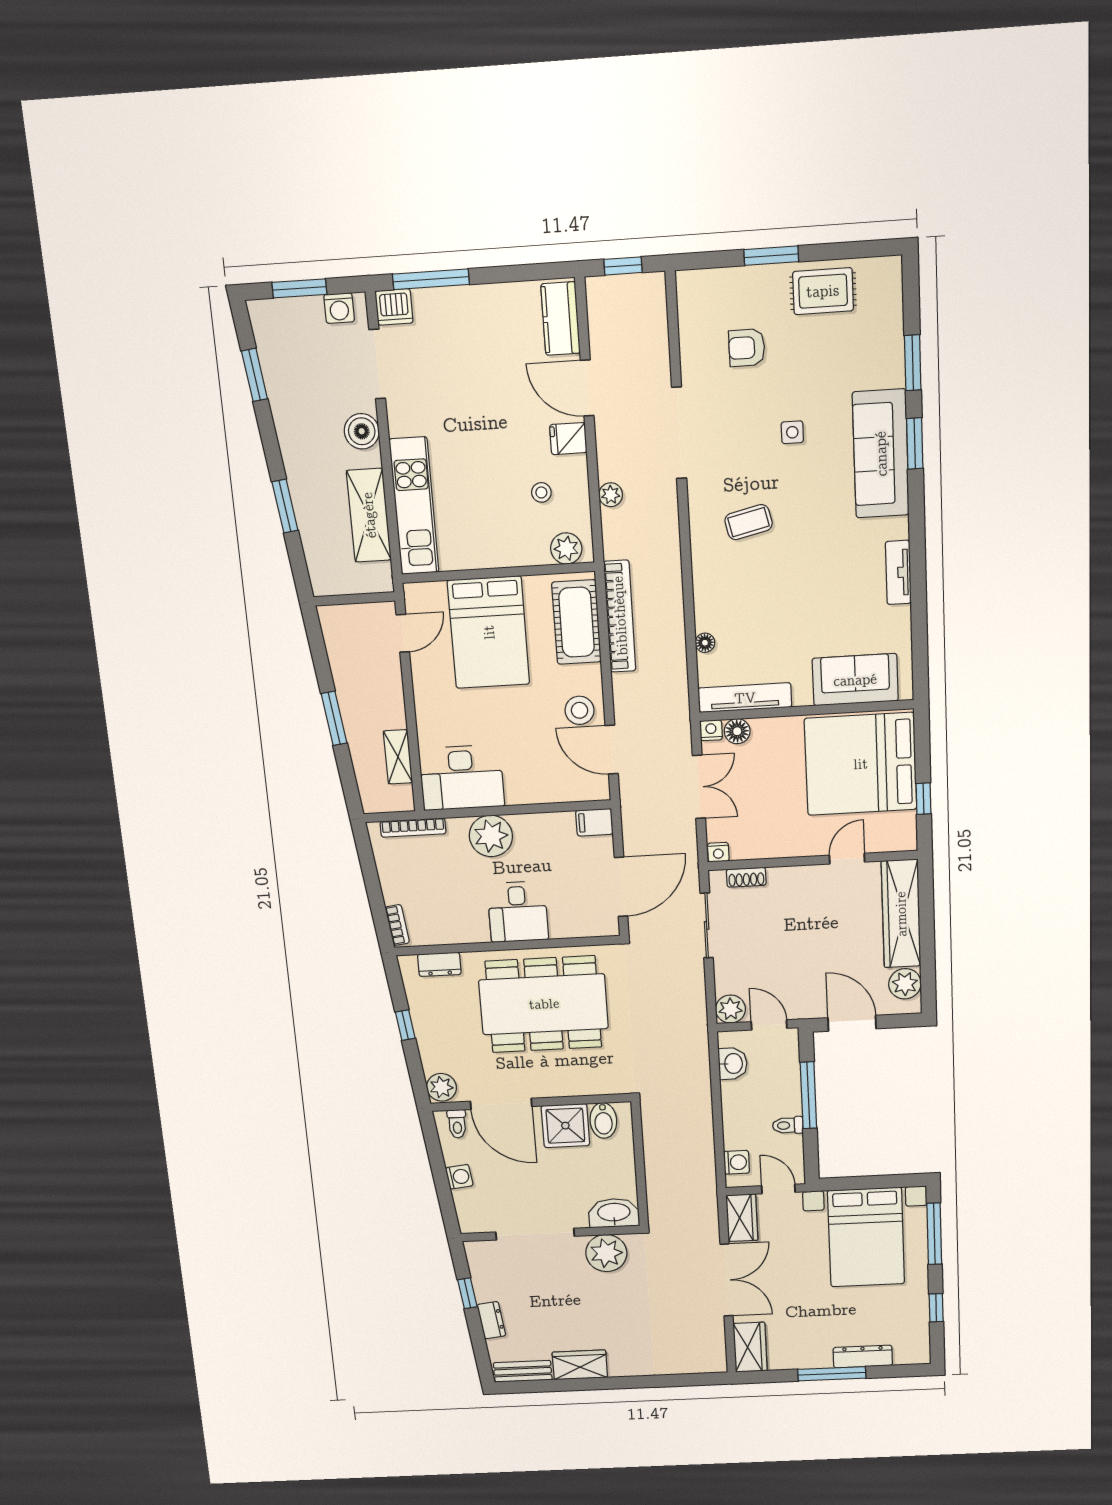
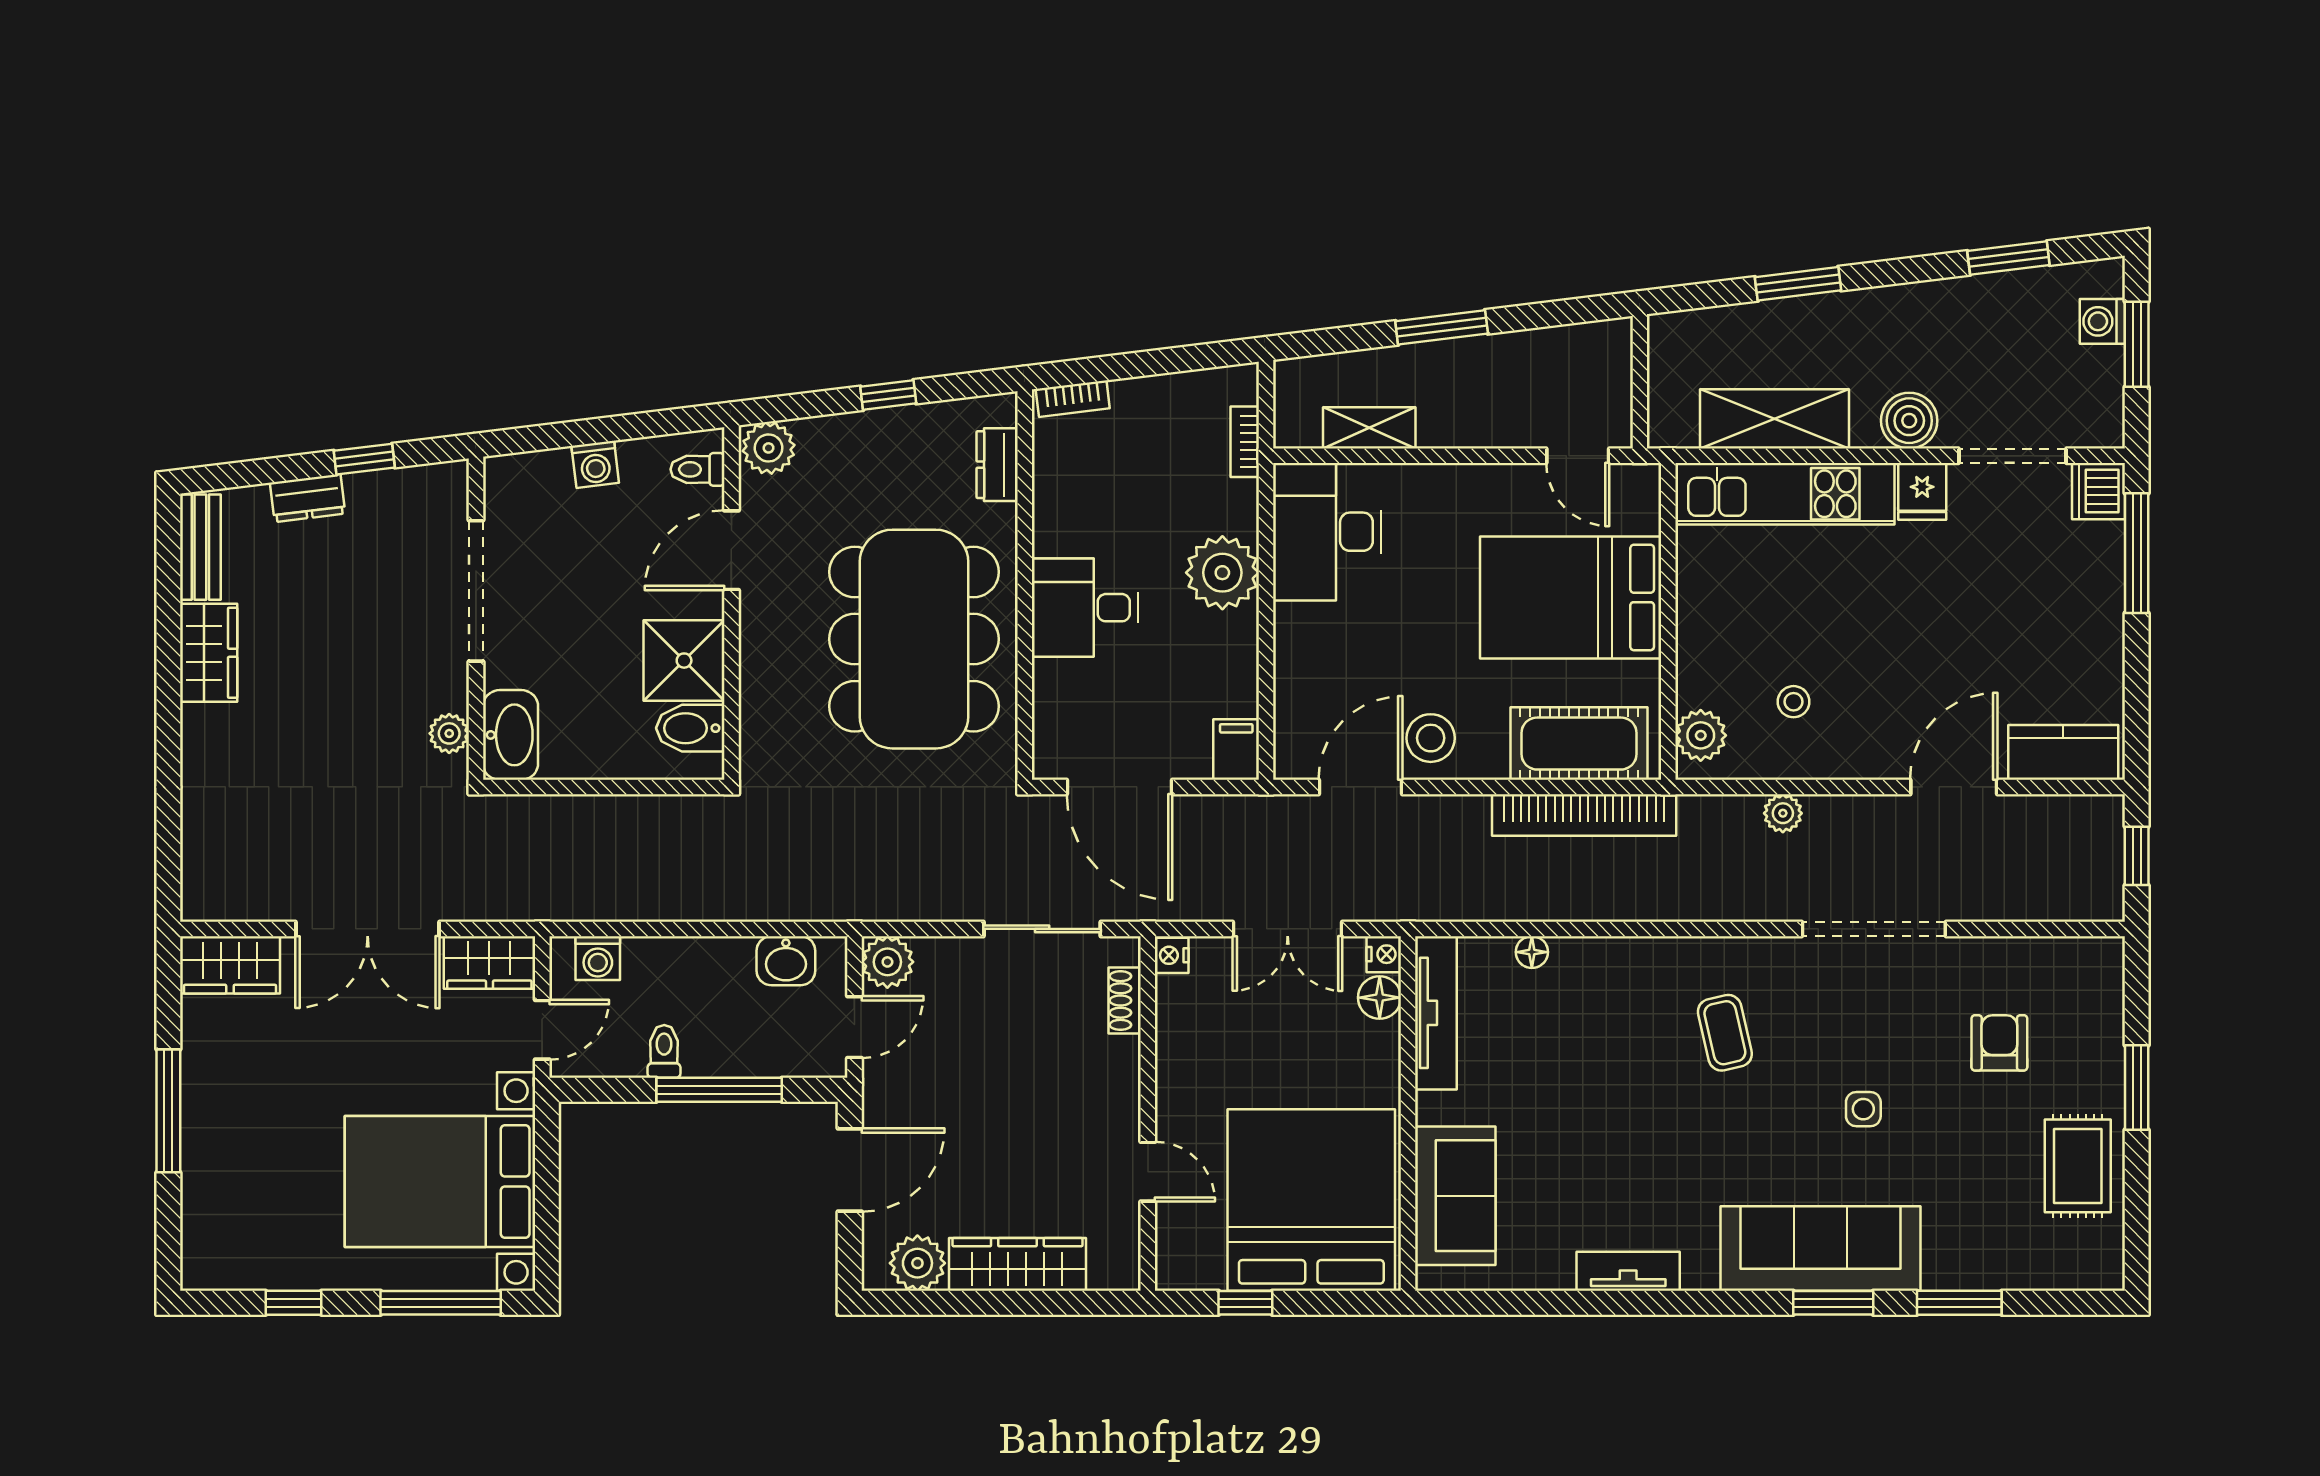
washing machine: (339, 308) -> (2102, 321), moved
fridge: (568, 439) -> (1922, 491), moved, turned 180
bookcase: (413, 828) -> (1245, 442), width x0.64
wardrobe: (901, 914) -> (1017, 1264), width x0.71, depth x0.85
door: (501, 1104) -> (731, 550), width x0.73
plant: (606, 1253) -> (449, 733), width x0.53, depth x0.53
dresser: (863, 1357) -> (201, 1168), removed

